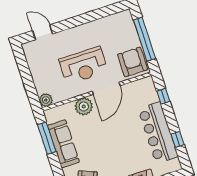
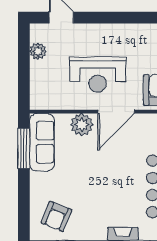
plant: (46, 100) -> (38, 51), moved
sofa: (63, 144) -> (42, 142), moved

